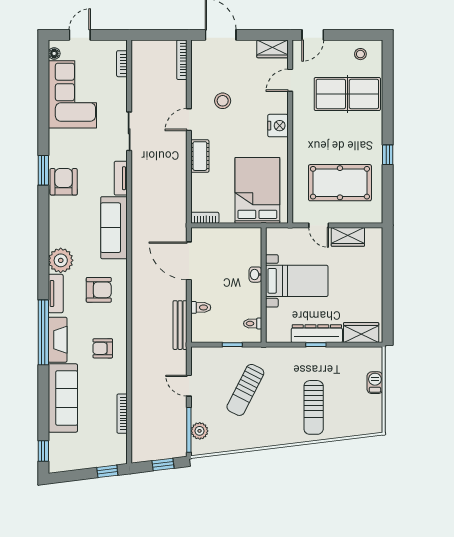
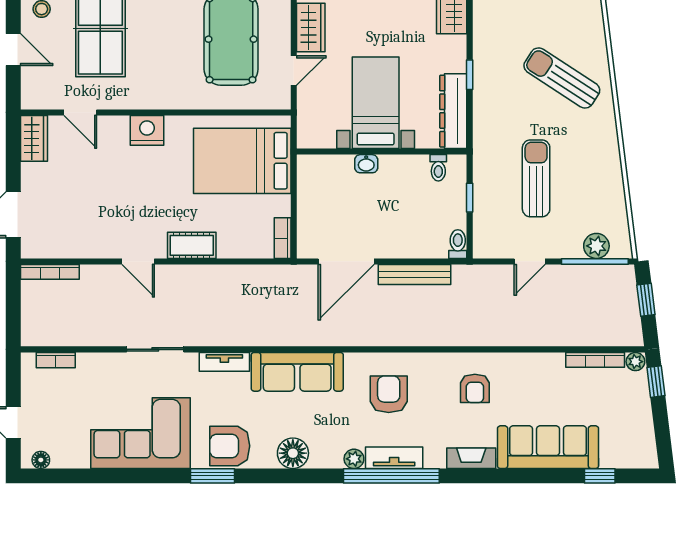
door: (313, 35) -> (13, 50), moved
corner sofa: (72, 94) -> (140, 433), moved
stool: (223, 101) -> (110, 212), removed
floor lamp: (59, 225) -> (293, 453), added
plant: (61, 260) -> (354, 459), width x0.53, depth x0.53
toilet: (201, 307) -> (458, 244), moved
bench: (180, 325) -> (414, 274), moved
window: (43, 332) -> (391, 476), moved
dresser: (317, 334) -> (453, 111), moved
fireplace: (58, 340) -> (471, 458), width x0.73, depth x0.76
sun lounger: (245, 390) -> (536, 178), turned -117
sun lounger: (314, 407) -> (562, 78), turned -147
bookcase: (122, 414) -> (595, 360), moved
window: (43, 451) -> (600, 476), moved
plant: (121, 457) -> (635, 362), added

